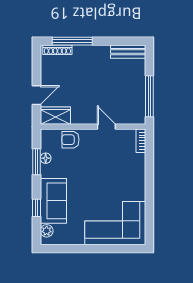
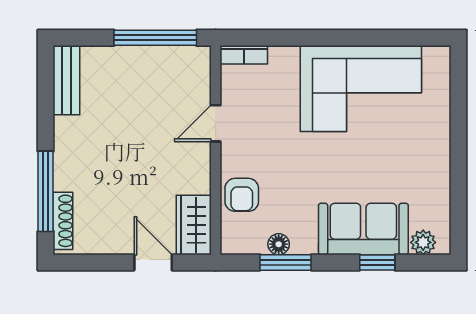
corner sofa: (115, 223) -> (361, 88), moved, turned -90

